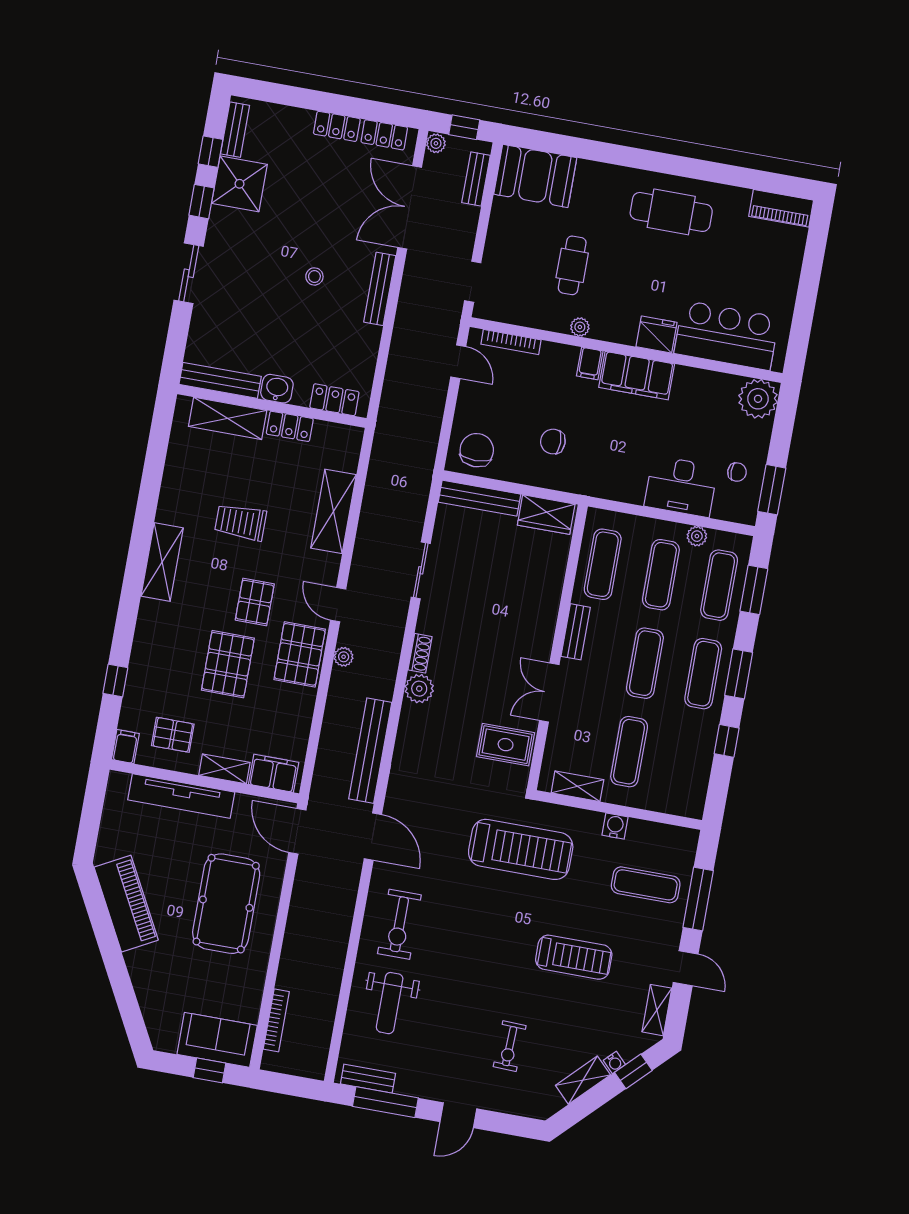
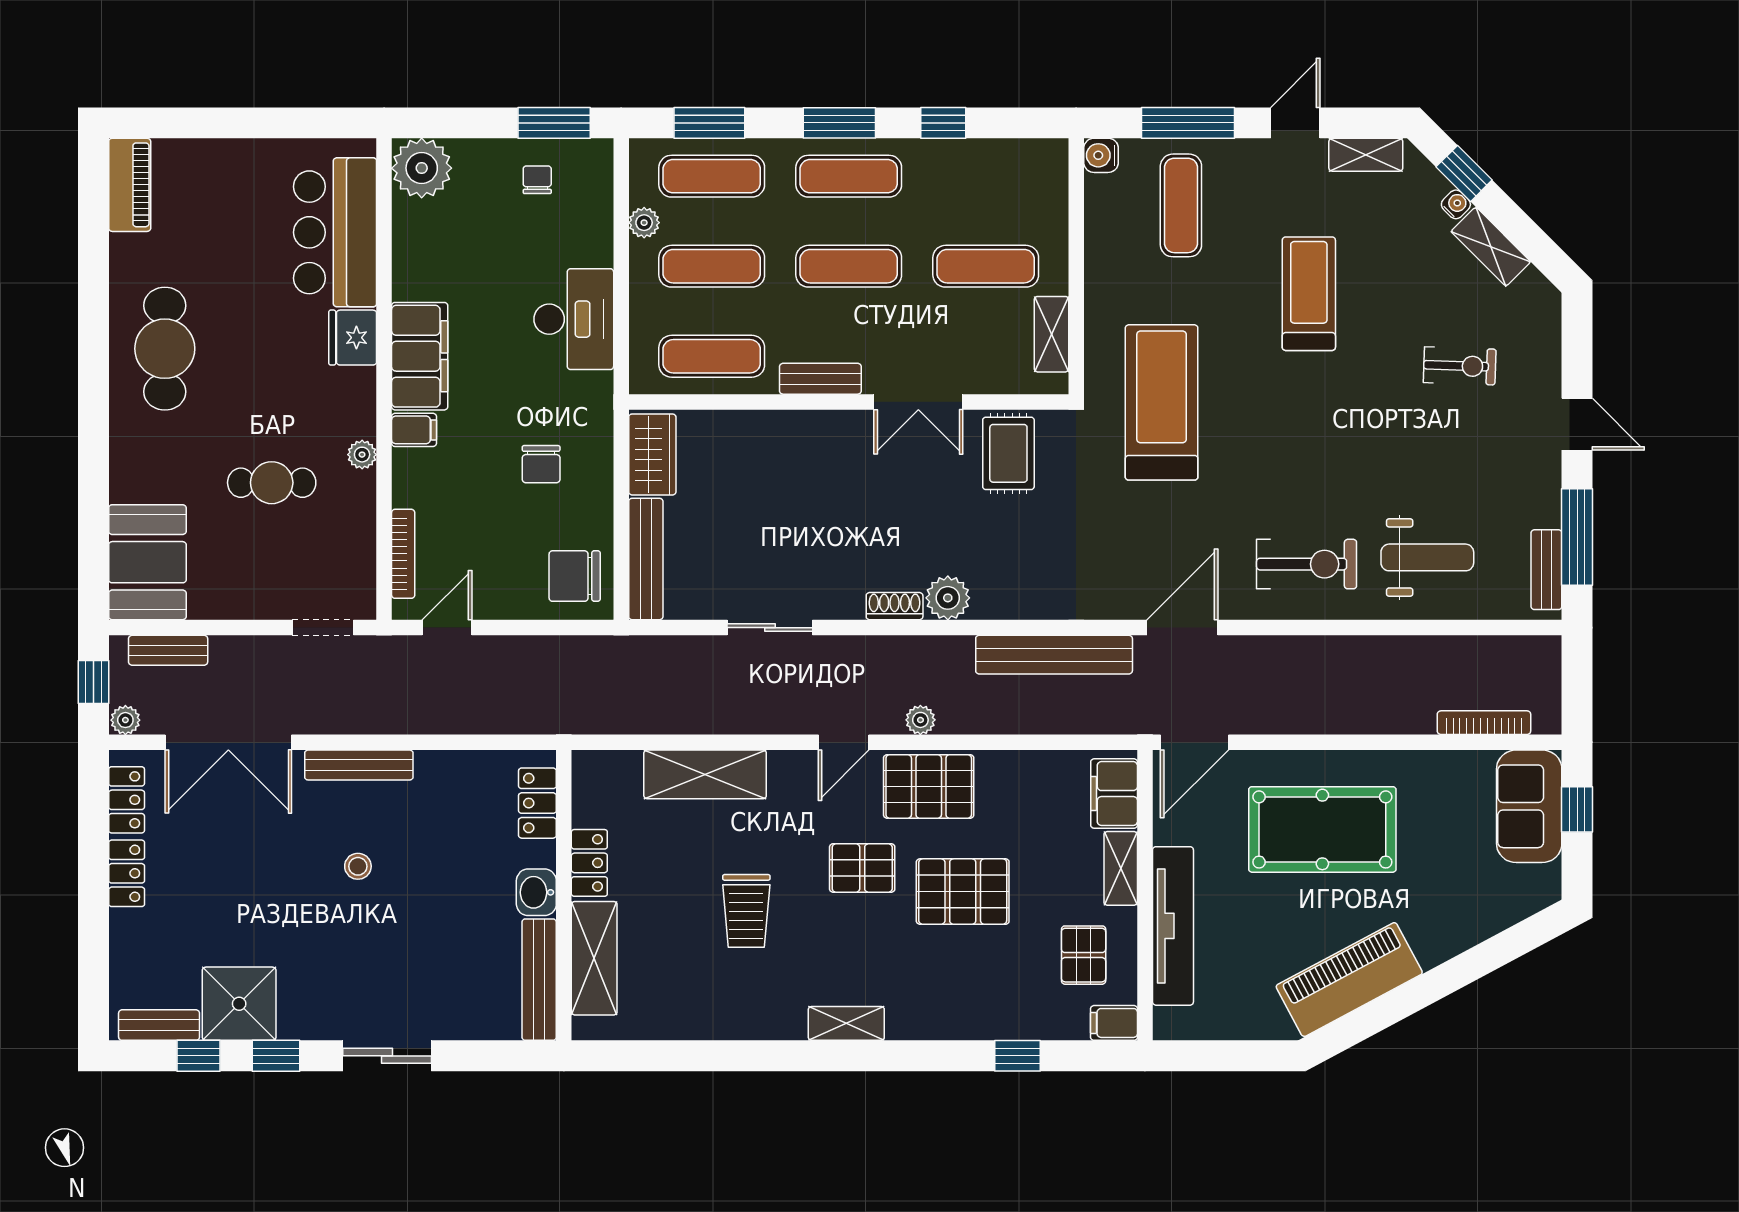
desk: (681, 486) -> (574, 319), moved
shelving: (162, 562) -> (846, 1023), width x0.67, depth x0.75
water cooler: (615, 826) -> (1101, 155), moved

